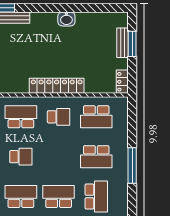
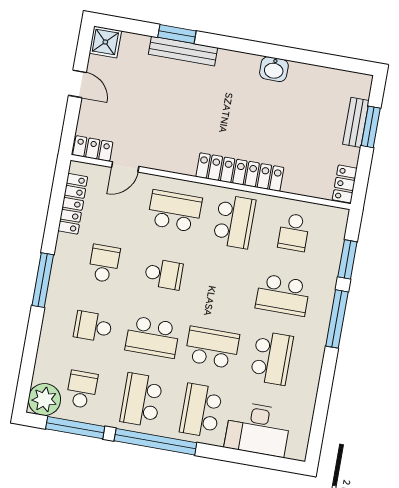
school desk: (59, 117) -> (234, 222), width x1.85
school desk: (96, 117) -> (294, 232), width x0.54
window: (132, 128) -> (347, 259), added
school desk: (21, 197) -> (153, 337), turned 180

